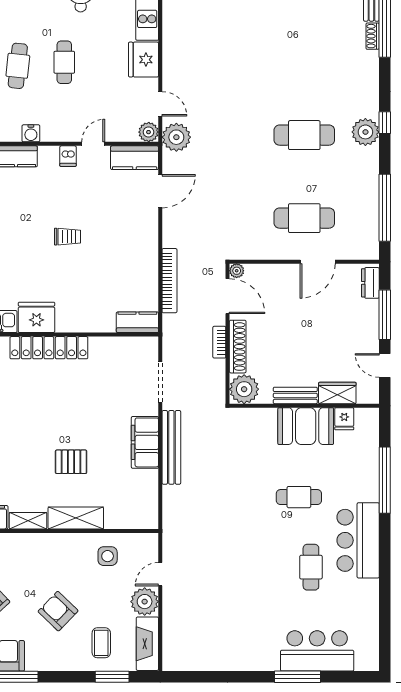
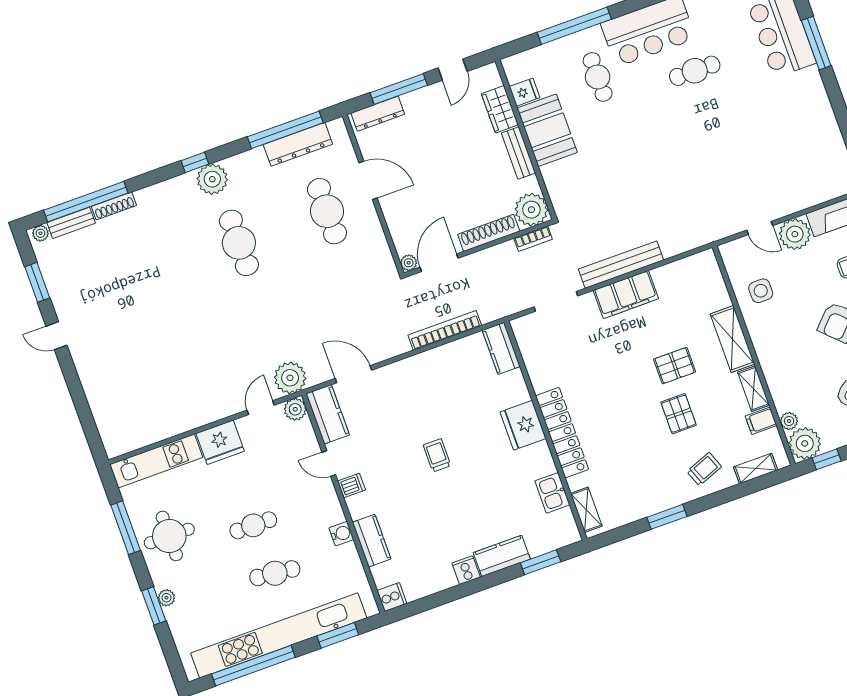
shoe rack: (373, 36) -> (114, 206), width x1.43
dresser: (369, 214) -> (298, 144), added
dresser: (370, 283) -> (378, 114), width x1.44
fridge: (36, 317) -> (523, 425), moved
bookcase: (219, 342) -> (533, 239), moved
pallet: (30, 451) -> (679, 414), added
pallet: (71, 462) -> (675, 366), turned 90
cafe table: (299, 497) -> (598, 77), moved

